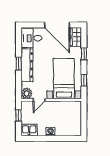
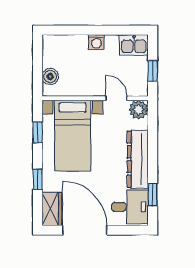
window: (19, 64) -> (153, 195), moved
door: (39, 100) -> (116, 98), hinge flipped
boiler: (77, 112) -> (50, 76), added

